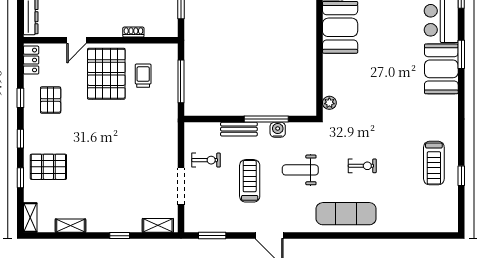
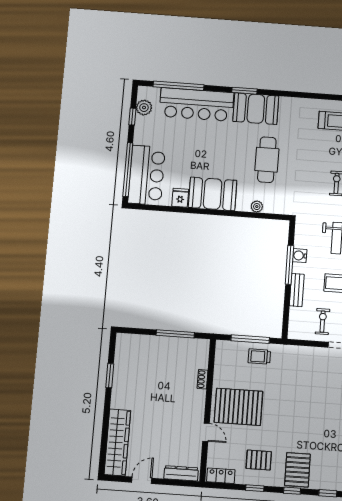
trolley: (143, 76) -> (259, 356), moved
cafe table: (384, 86) -> (267, 160), added
plant: (329, 103) -> (257, 207), moved
pallet: (48, 167) -> (297, 470), moved

